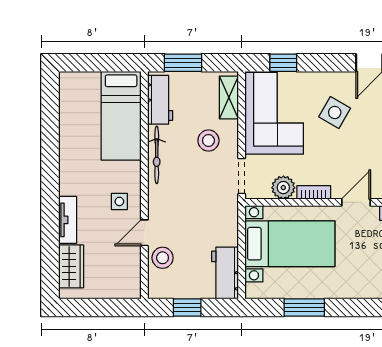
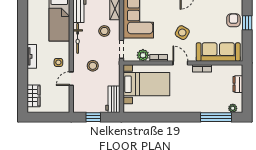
side table: (335, 113) -> (182, 33), moved
door: (356, 202) -> (180, 63), hinge flipped
tv unit: (68, 220) -> (32, 56), moved
stool: (163, 258) -> (93, 66), moved
window: (304, 308) -> (154, 117), removed

